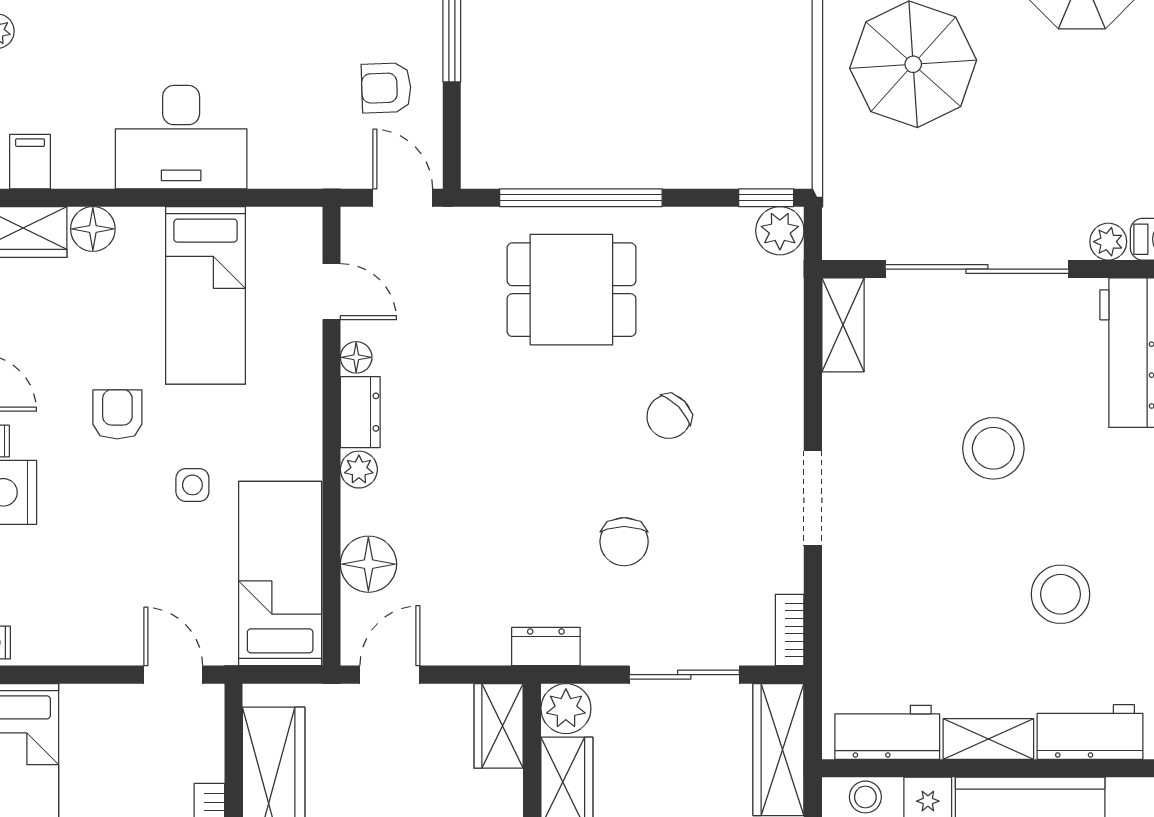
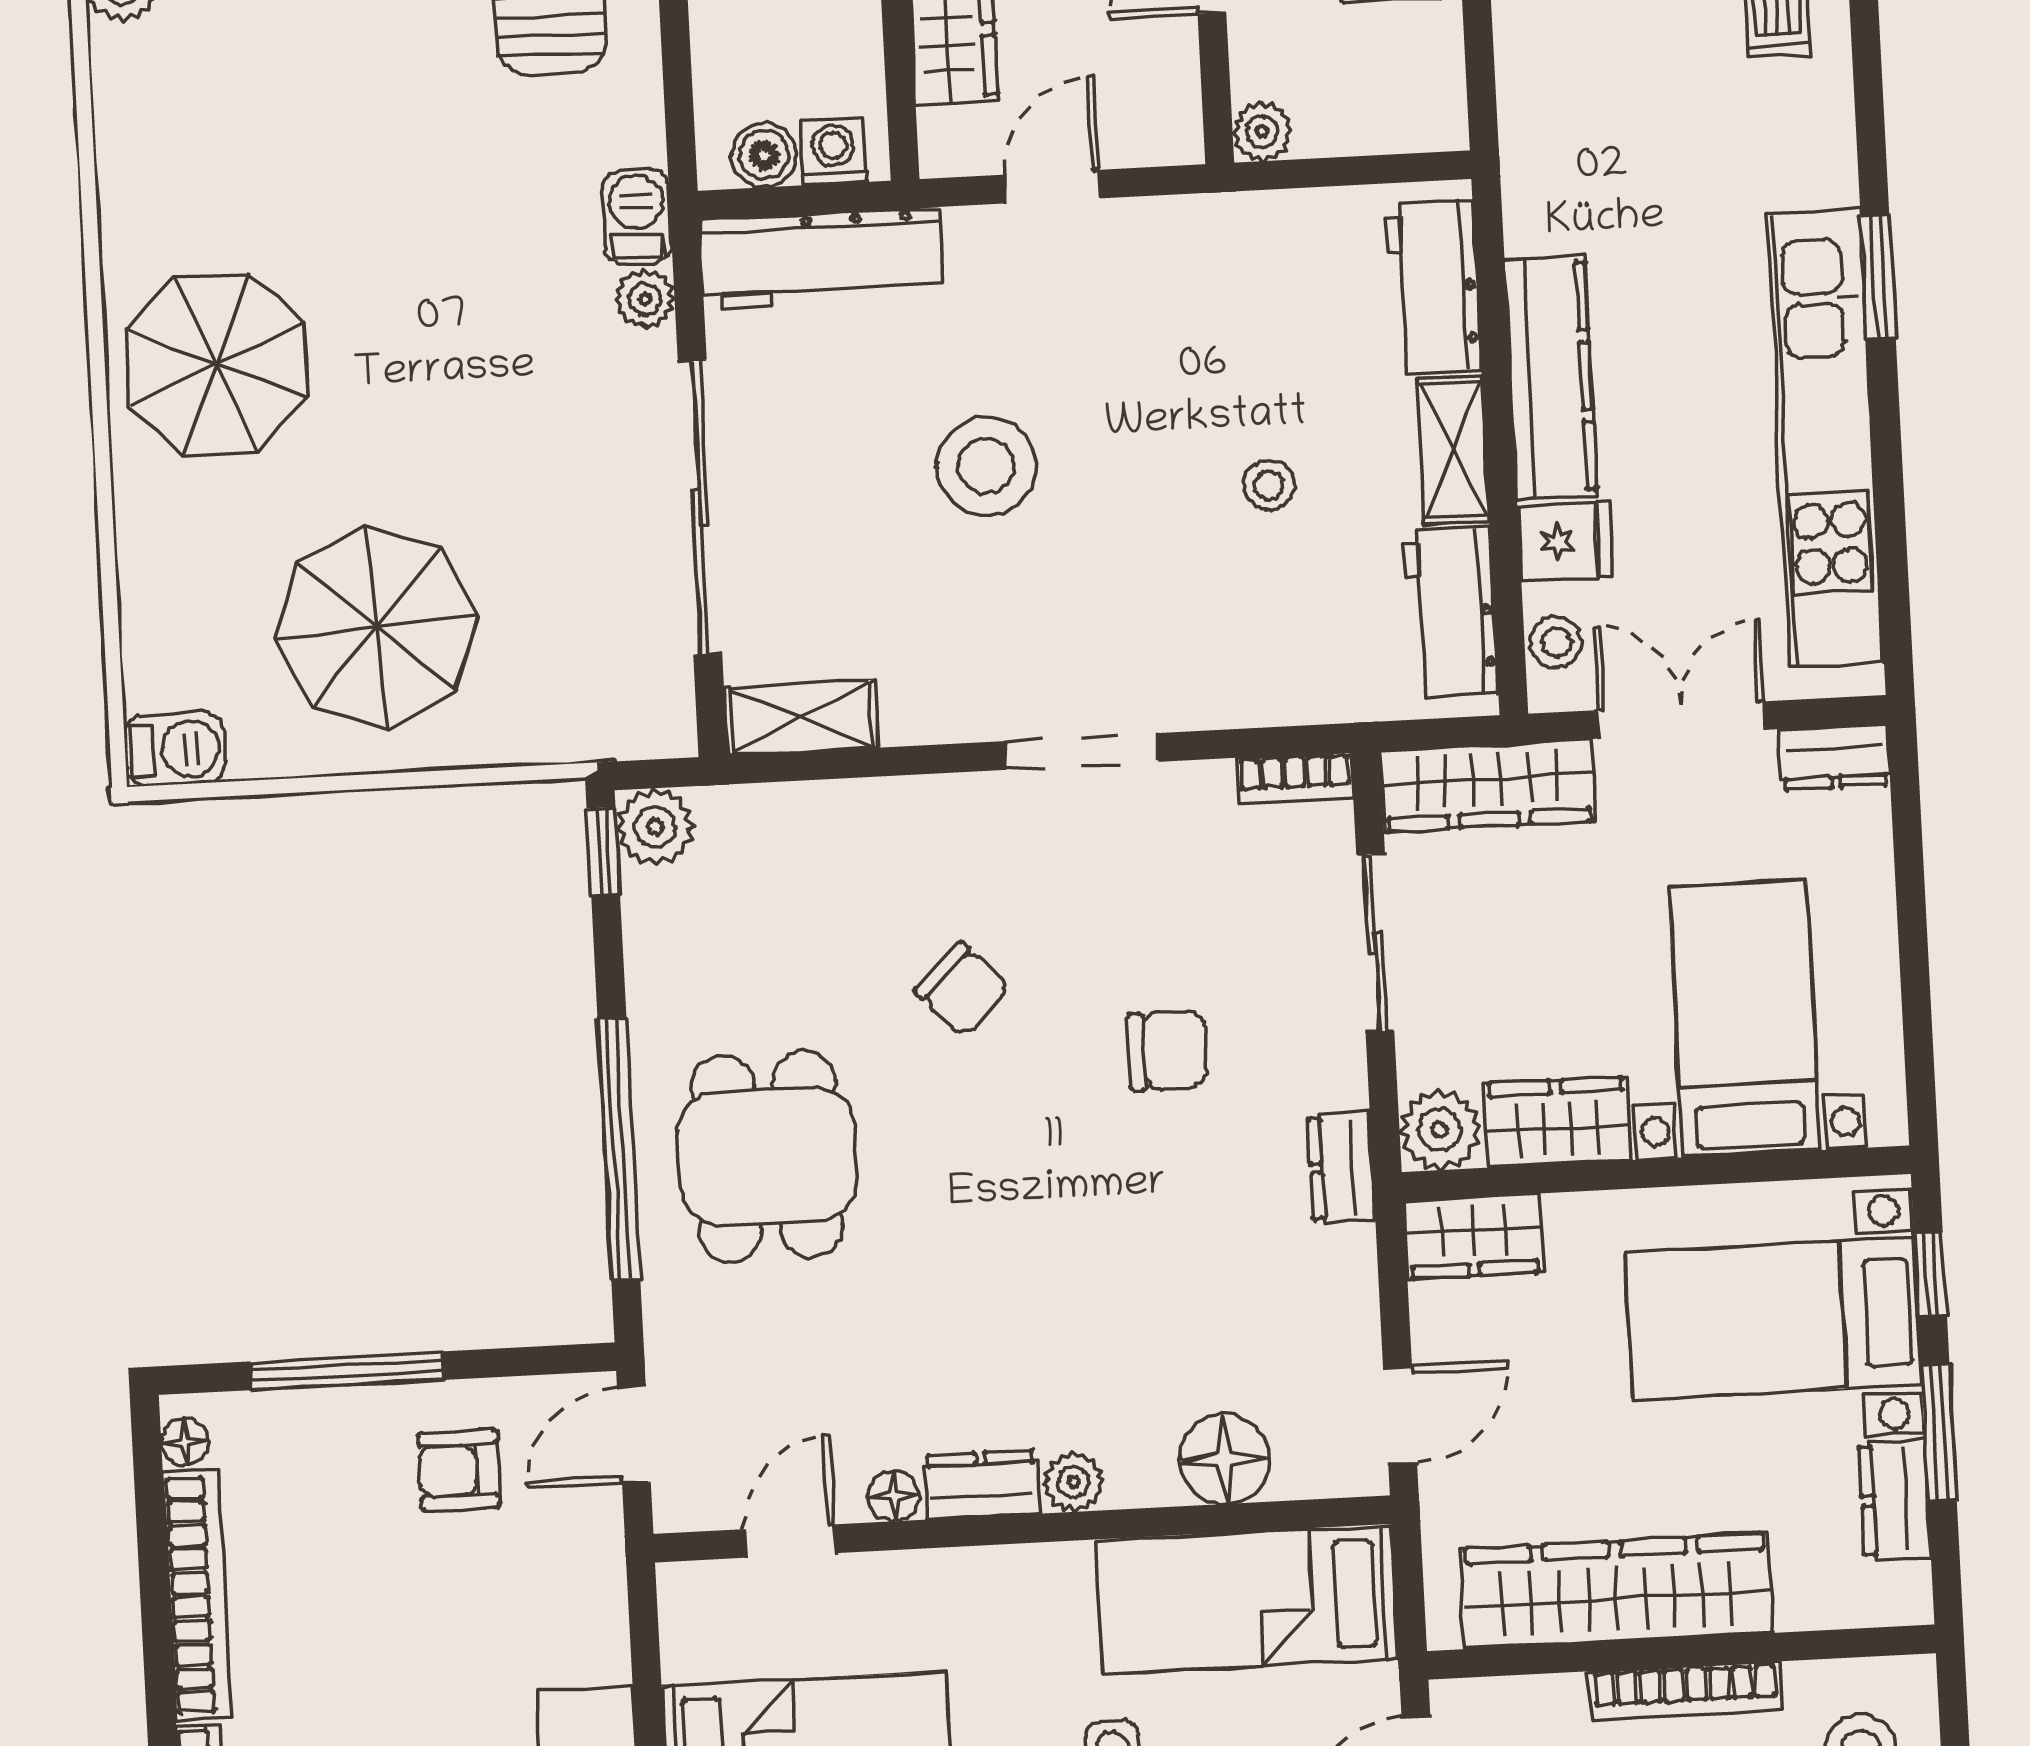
armchair: (386, 88) -> (459, 1470), turned 92
stool: (1060, 594) -> (1269, 485), moved, width x0.53, depth x0.53
door: (390, 675) -> (1400, 1415), swing flipped

